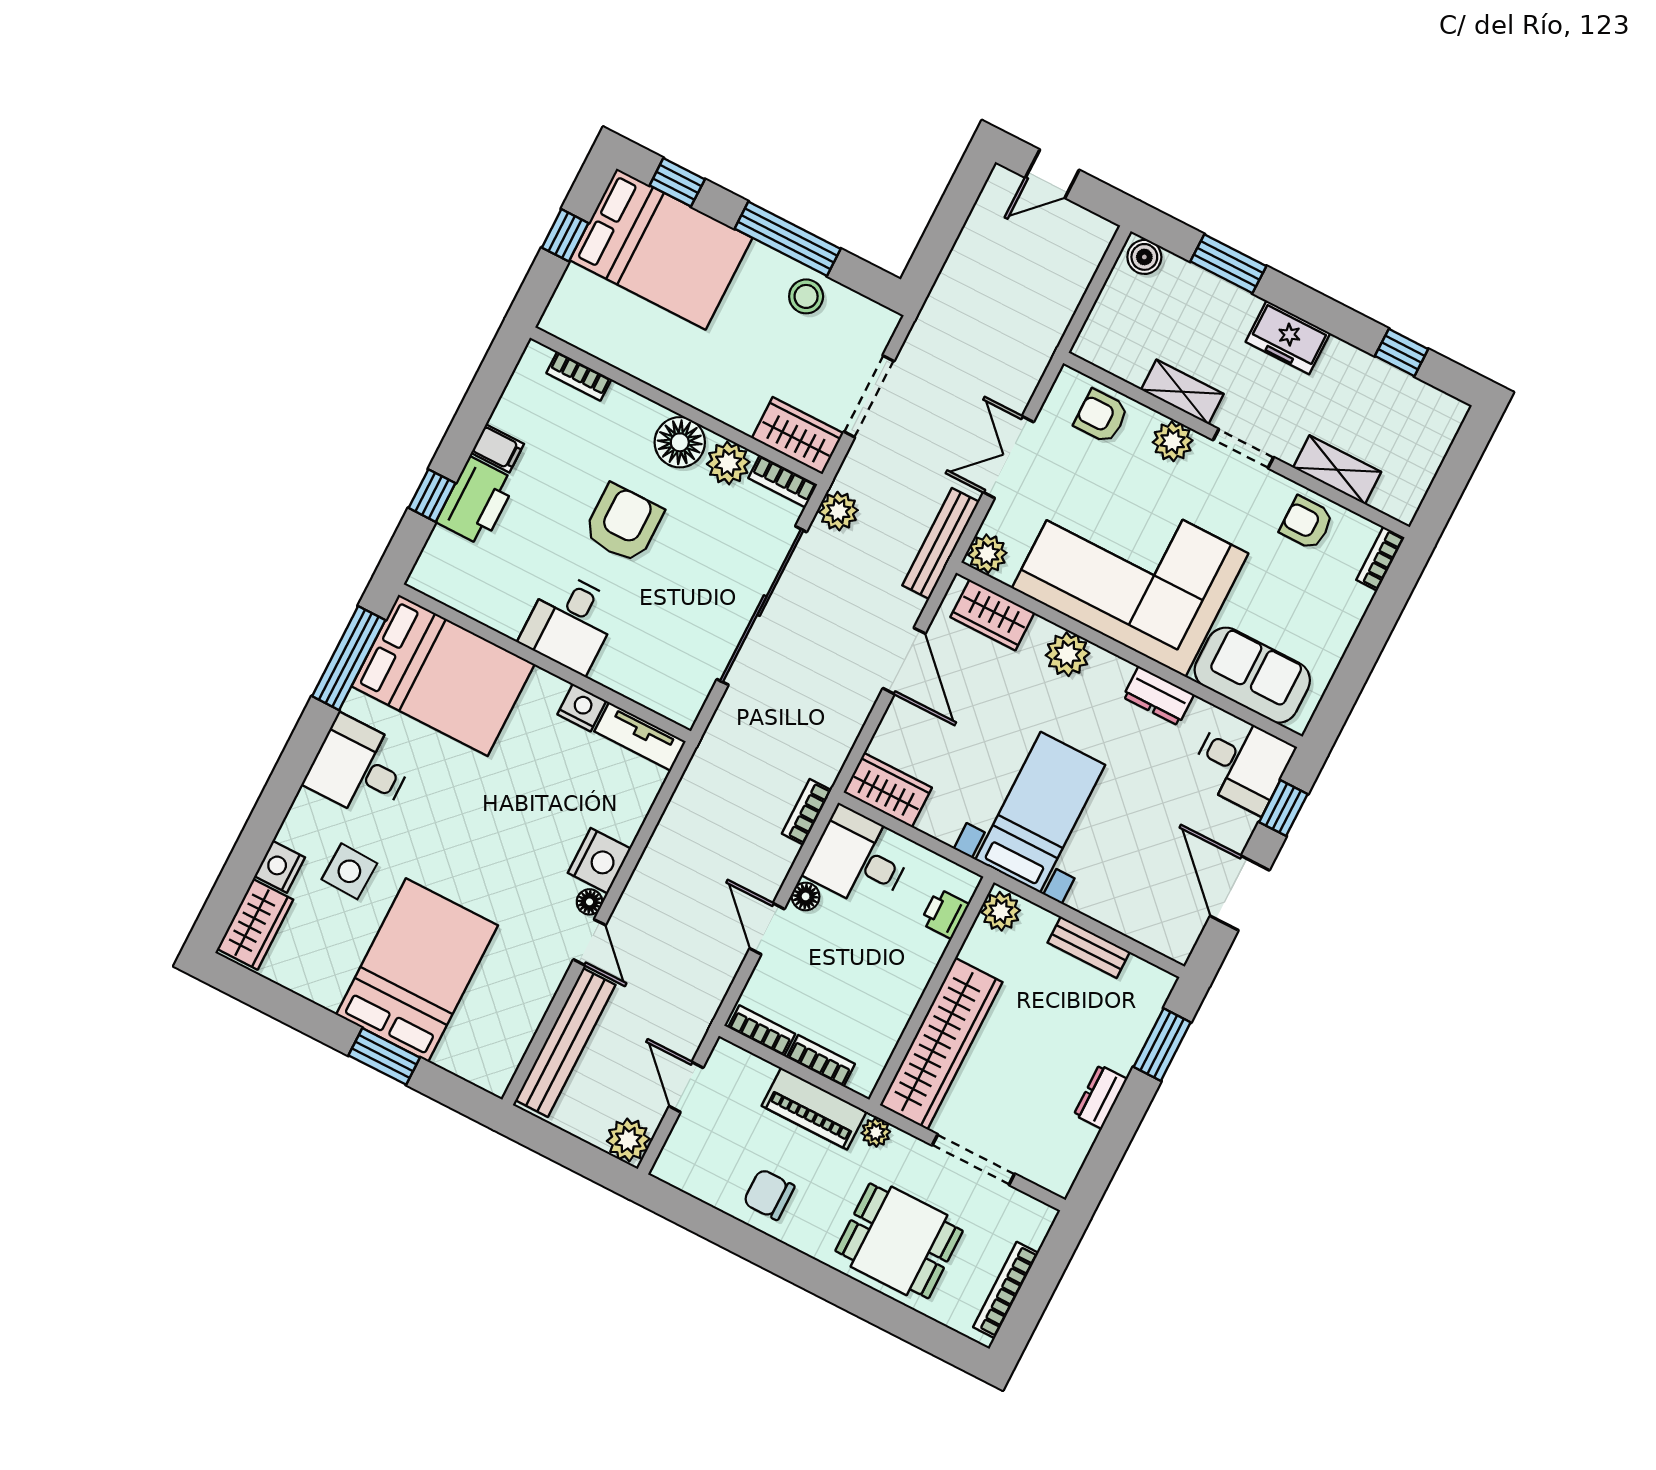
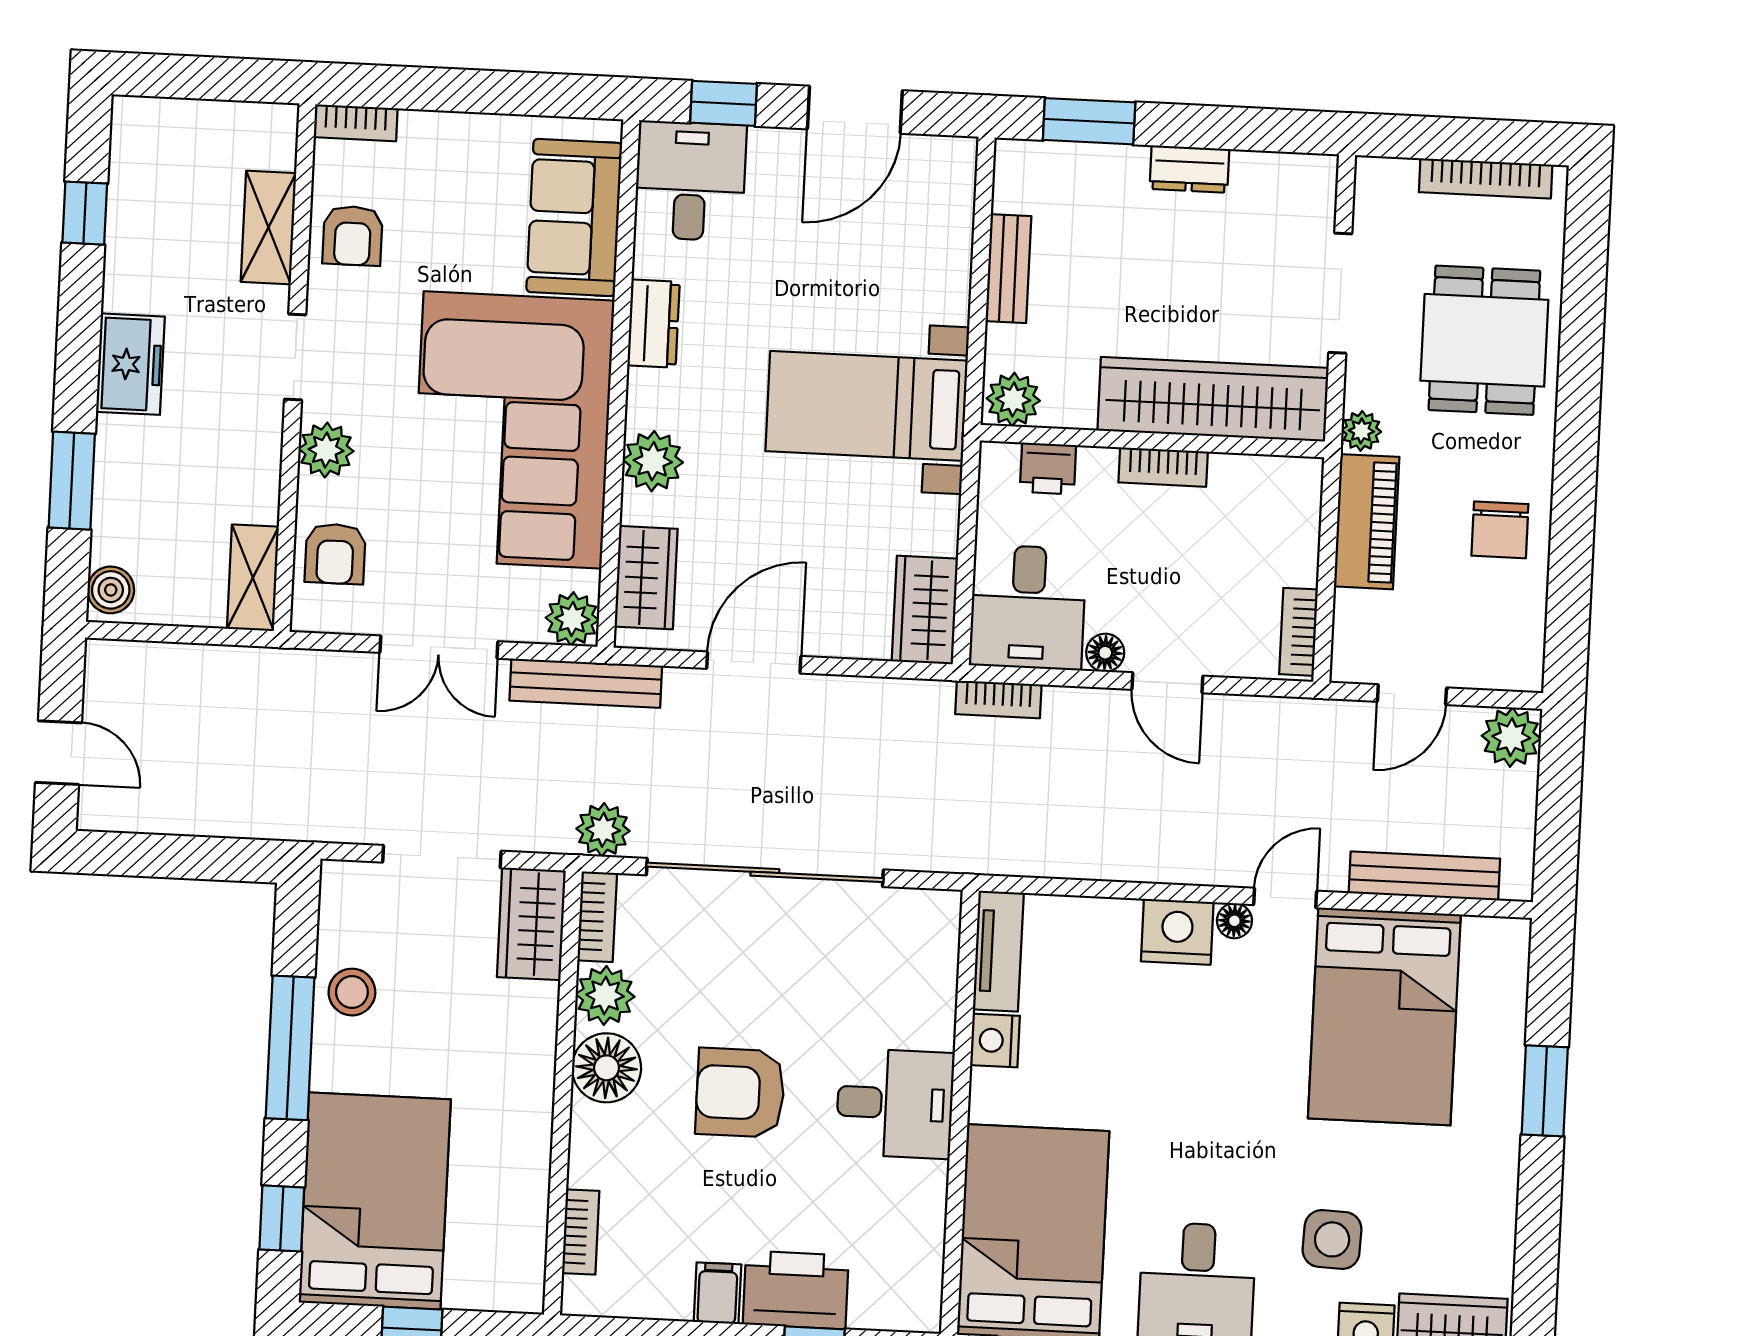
shelving: (1182, 392) -> (253, 578), moved
door: (767, 929) -> (1167, 683), hinge flipped
bed: (417, 970) -> (1384, 1016), moved, turned -90
bench: (565, 1043) -> (1424, 876), width x0.73, depth x0.82
bookcase: (821, 1061) -> (1163, 467), moved, turned -90

